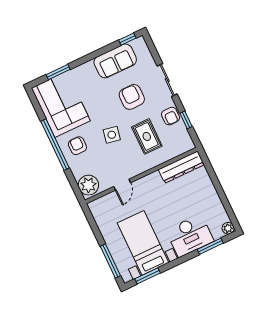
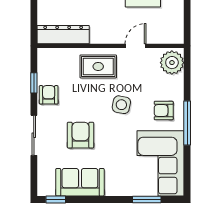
armchair: (132, 97) -> (80, 135), turned 180
rug: (147, 136) -> (98, 66), moved, turned 90
window: (55, 145) -> (187, 123), width x0.68
armchair: (77, 146) -> (164, 110), turned 90

